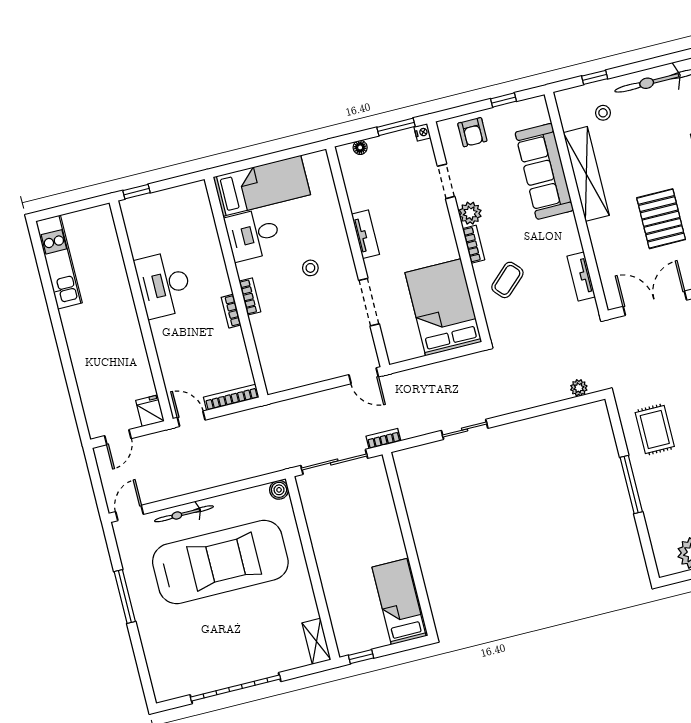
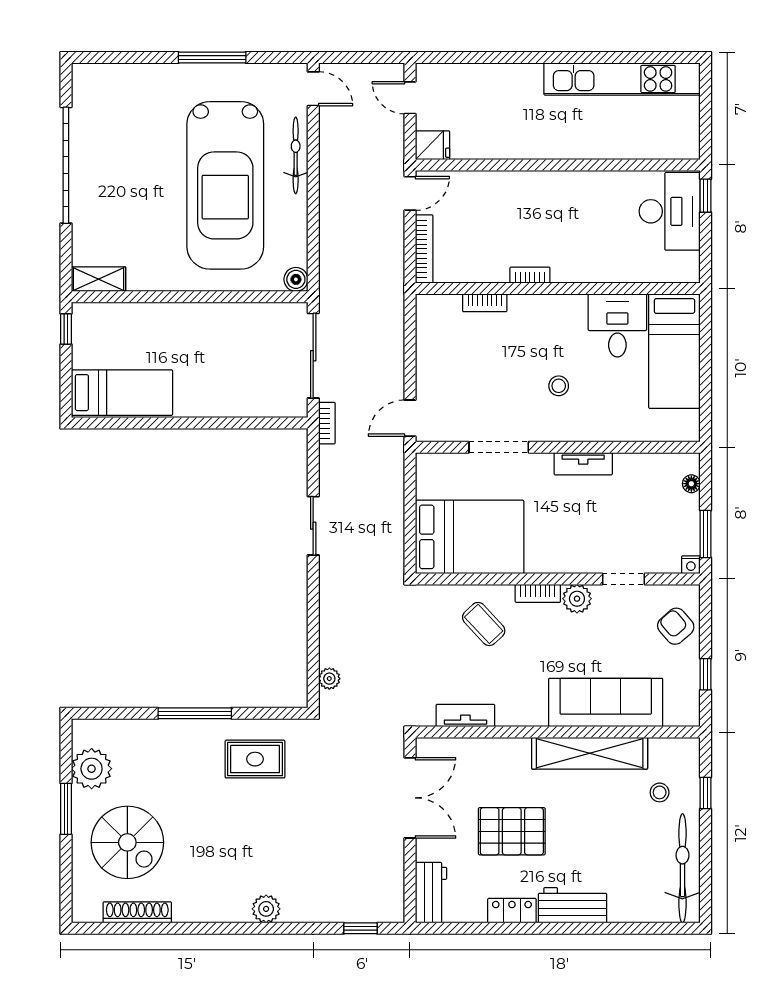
armchair: (472, 132) -> (676, 626), turned 49
kitchen unit: (59, 262) -> (622, 79), width x1.36
desk: (164, 285) -> (670, 211), moved, turned 90
bookcase: (250, 296) -> (485, 303), moved

